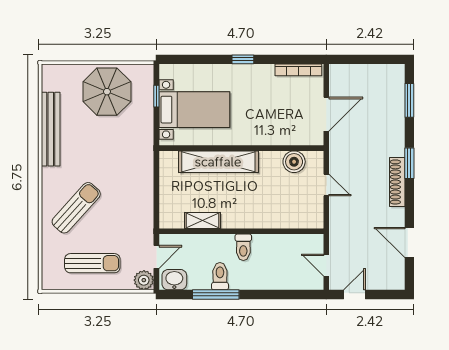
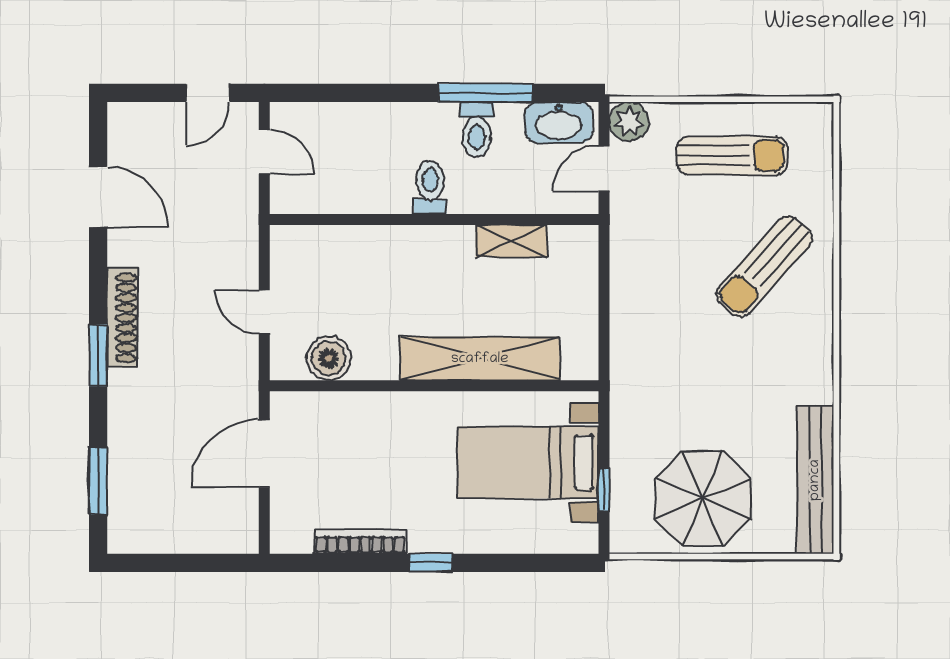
bookcase: (298, 70) -> (360, 542), moved
bench: (51, 129) -> (815, 480), moved
sun lounger: (92, 263) -> (732, 155), turned 180
washbasin: (174, 280) -> (559, 123), width x1.38

